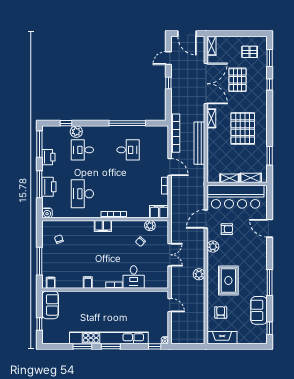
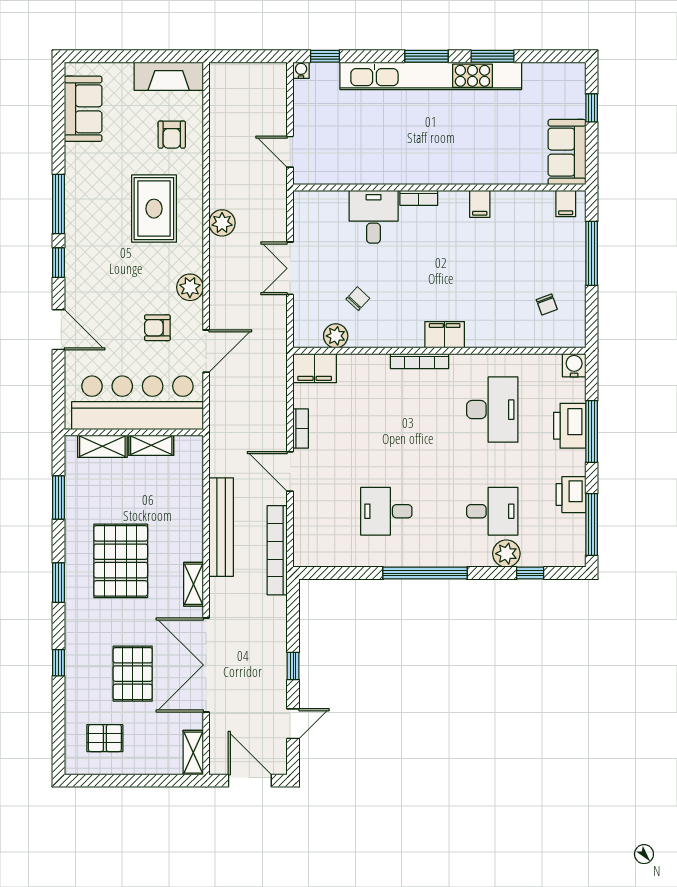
window: (270, 58) -> (58, 583), moved
window: (127, 123) -> (425, 573), moved
sofa: (259, 310) -> (83, 109), moved
window: (270, 328) -> (58, 263), moved

